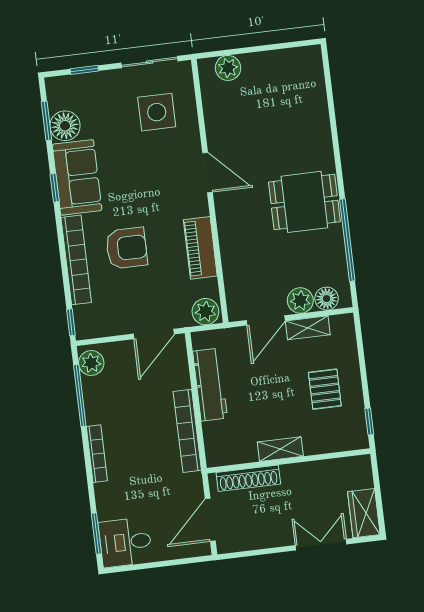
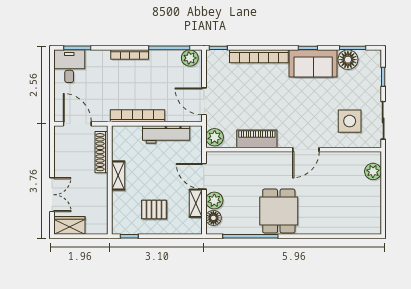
armchair: (127, 248) -> (263, 90), removed

